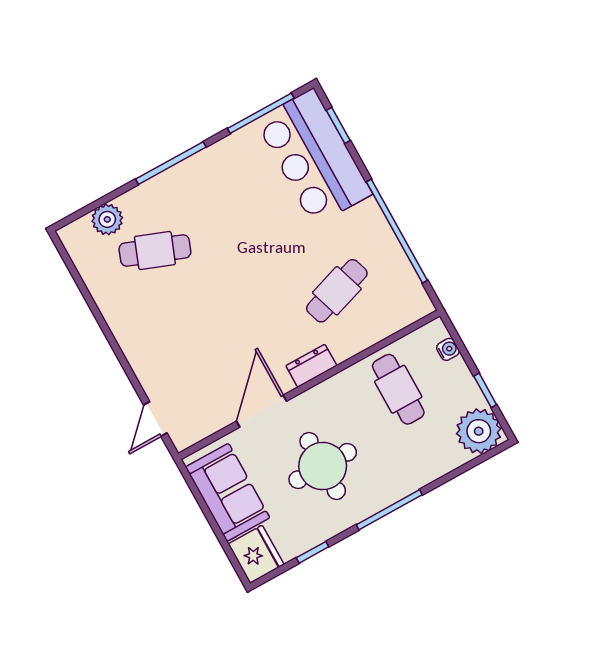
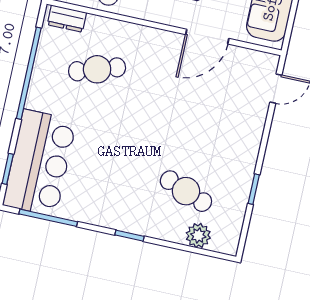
window: (171, 163) -> (130, 236), width x0.46
window: (94, 308) -> (254, 189), added
dresser: (311, 366) -> (67, 19), moved

